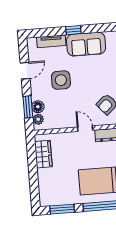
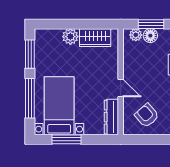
door: (85, 129) -> (121, 88), hinge flipped
plant: (44, 176) -> (70, 37), added

